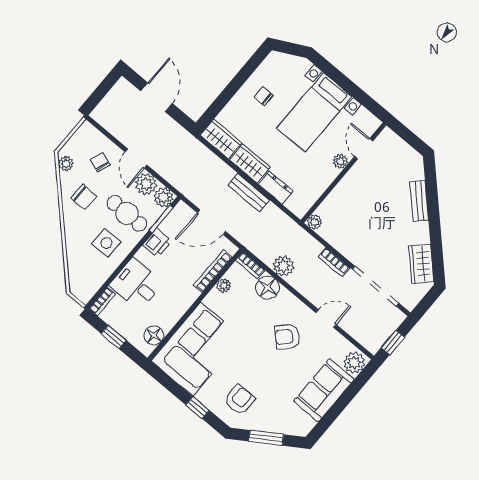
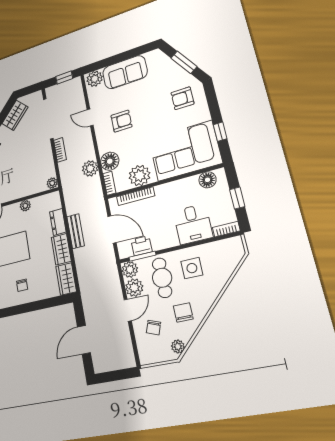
plant: (340, 161) -> (25, 206), moved
printer: (157, 243) -> (142, 246), moved
plant: (224, 285) -> (139, 176), width x1.87, depth x1.87
armchair: (287, 337) -> (121, 121), turned -44
window: (197, 408) -> (220, 132), moved

